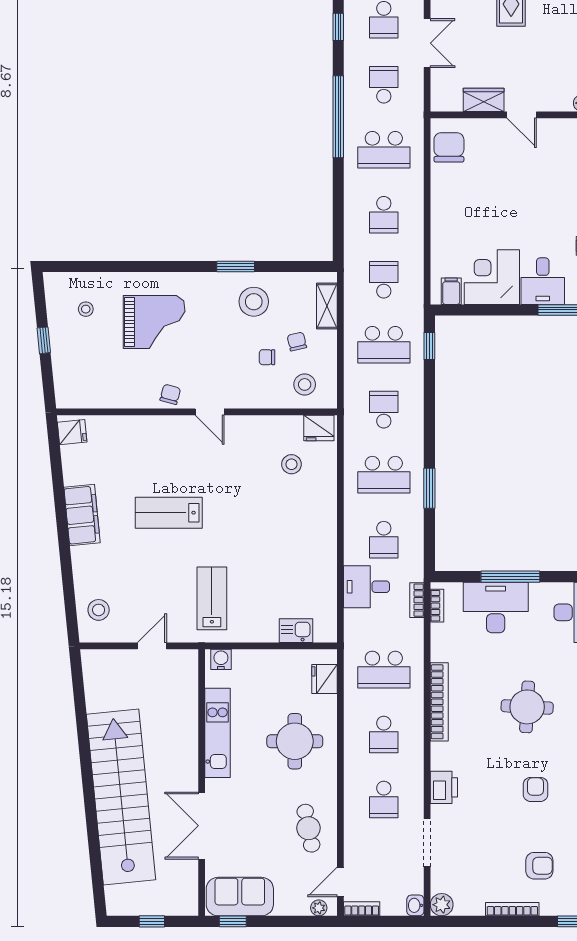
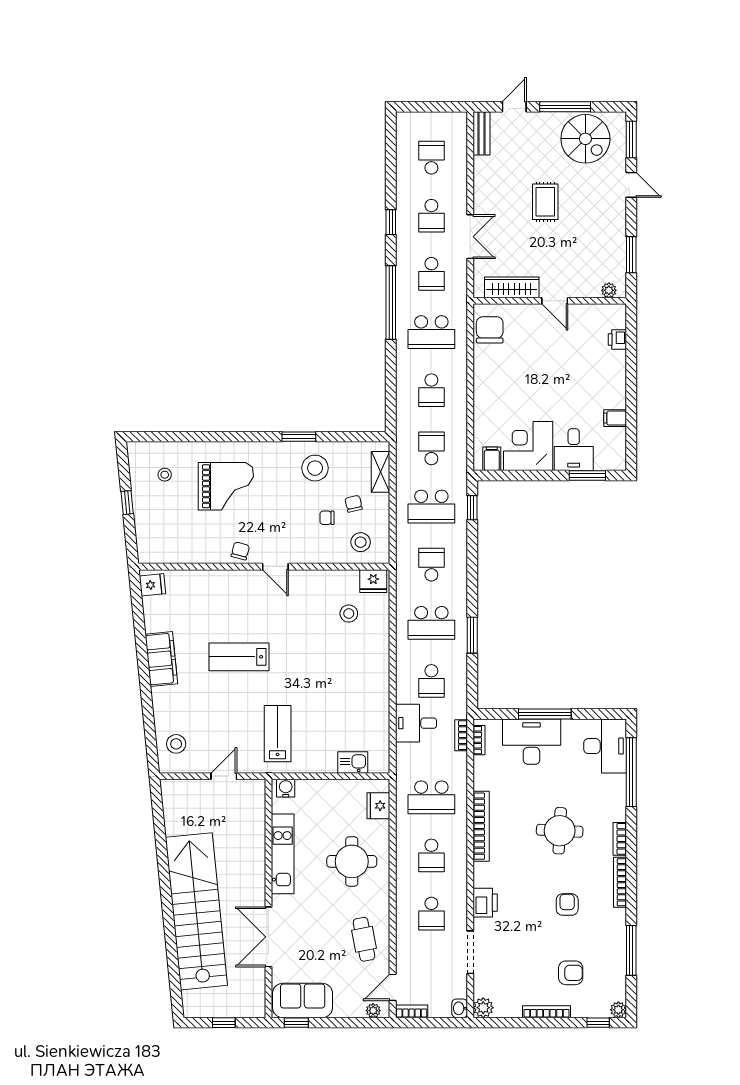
school desk: (384, 85) -> (431, 274), turned 180
wardrobe: (484, 100) -> (512, 287), width x1.50

